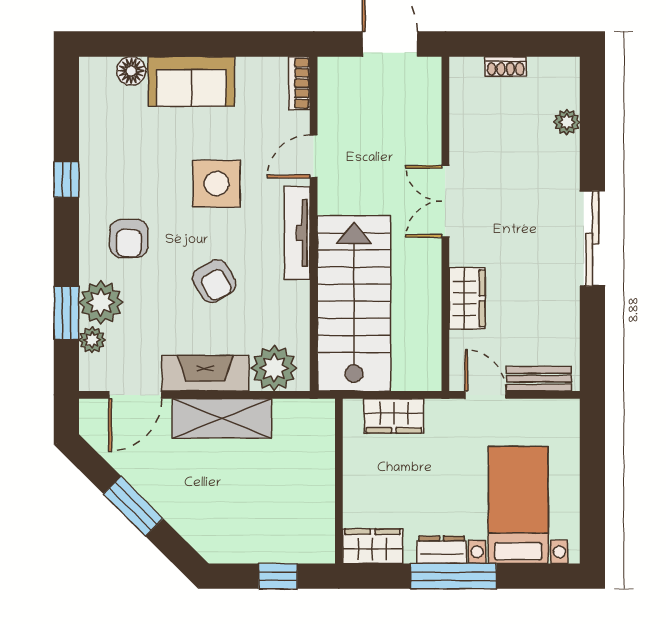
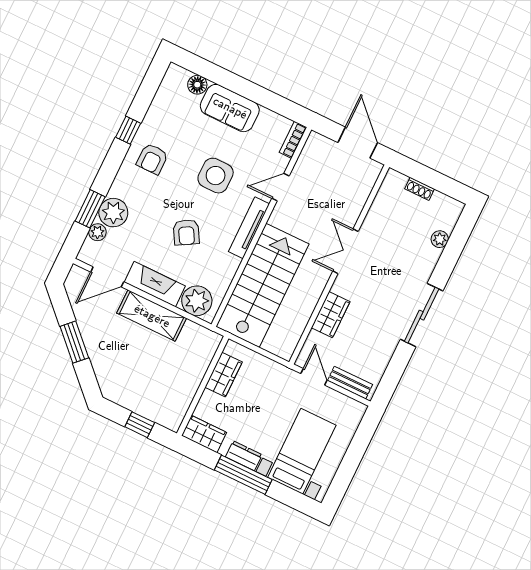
armchair: (129, 238) -> (152, 159), moved
wardrobe: (394, 416) -> (224, 375), moved, turned -90

